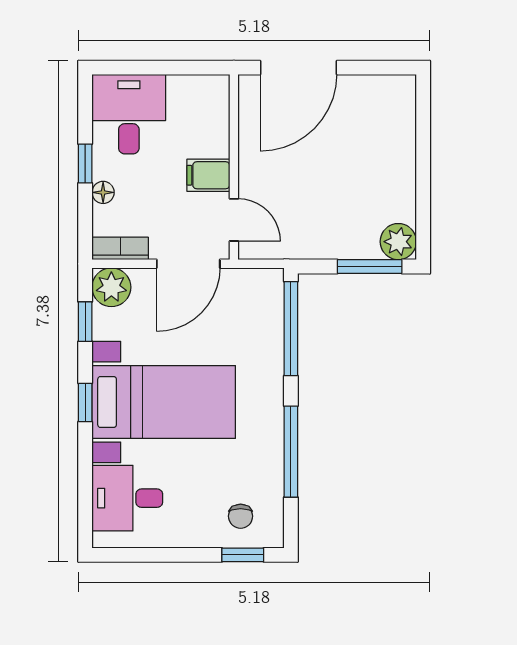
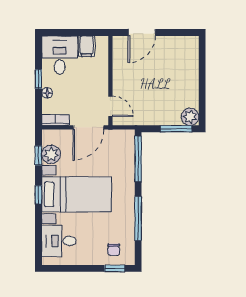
door: (298, 68) -> (142, 33), width x0.73
filing cabinet: (208, 175) -> (87, 46), moved, turned -90
plant: (111, 287) -> (51, 154), moved

